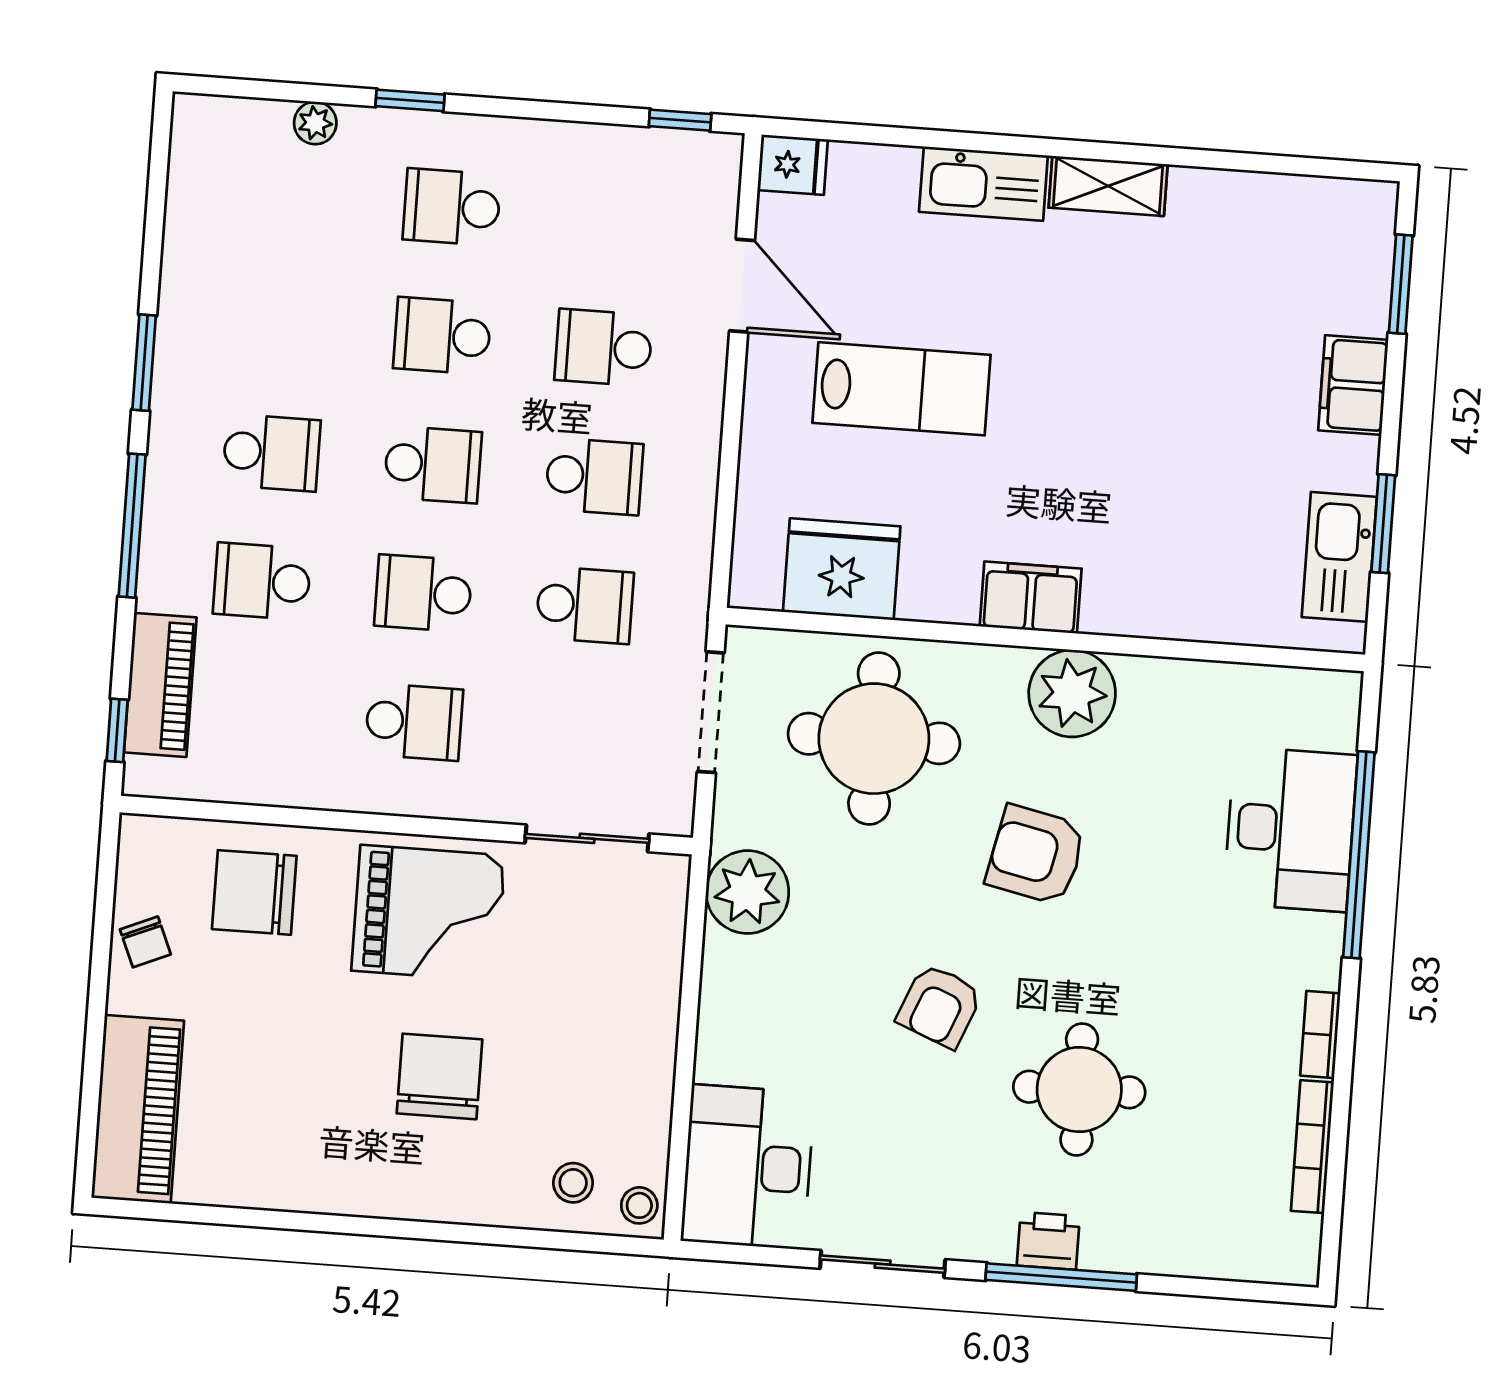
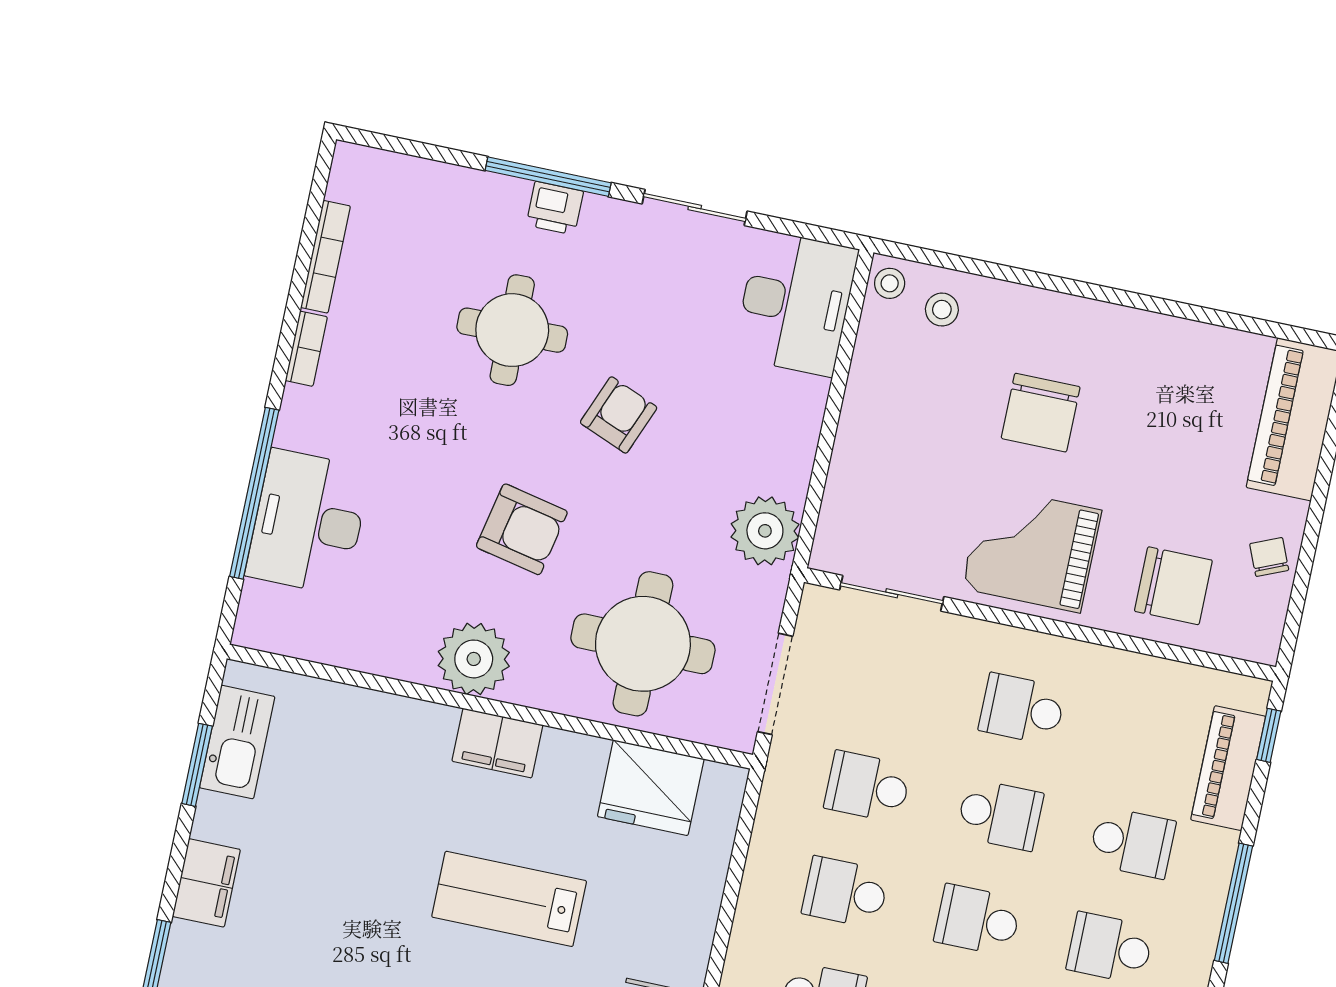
lab bench: (901, 389) -> (509, 899), moved

